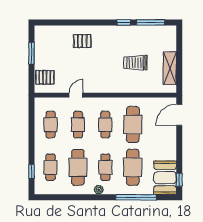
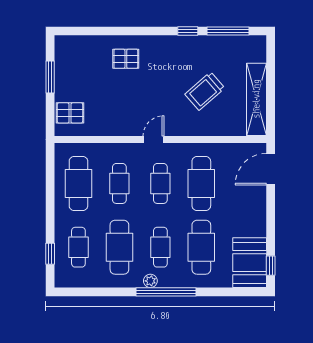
trolley: (135, 63) -> (205, 91), turned -41
shelving: (170, 68) -> (256, 99), width x1.47
door: (76, 95) -> (153, 140), moved
cafe table: (51, 125) -> (78, 183), width x1.37, depth x1.35
window: (136, 197) -> (166, 292), moved

